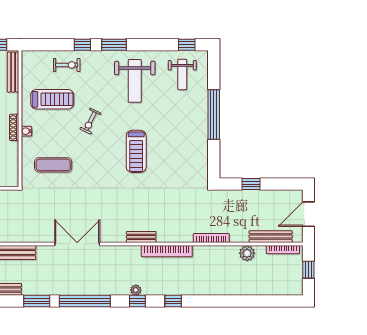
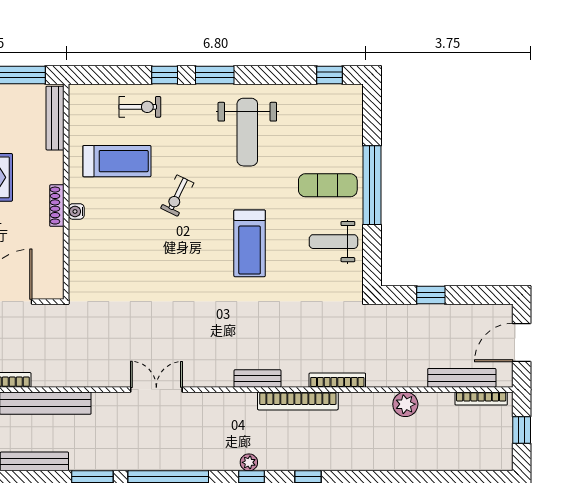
weight bench: (182, 75) -> (333, 242), moved, turned 90
exercise mat: (53, 165) -> (328, 185), moved
bookcase: (211, 238) -> (337, 380), moved
double door: (77, 244) -> (156, 390), width x0.73
plant: (247, 253) -> (405, 404), moved

